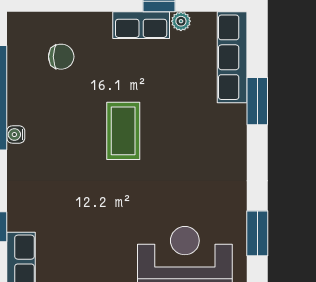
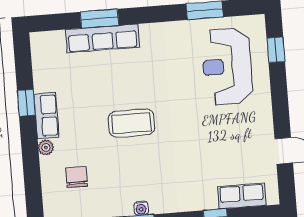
plant: (181, 21) -> (46, 147), moved
row of seats: (232, 57) -> (102, 38), moved

